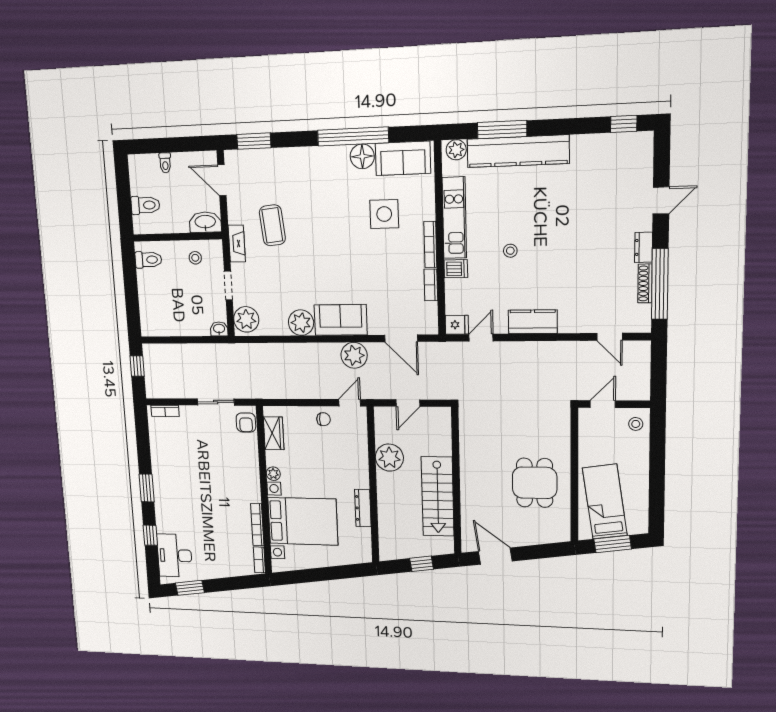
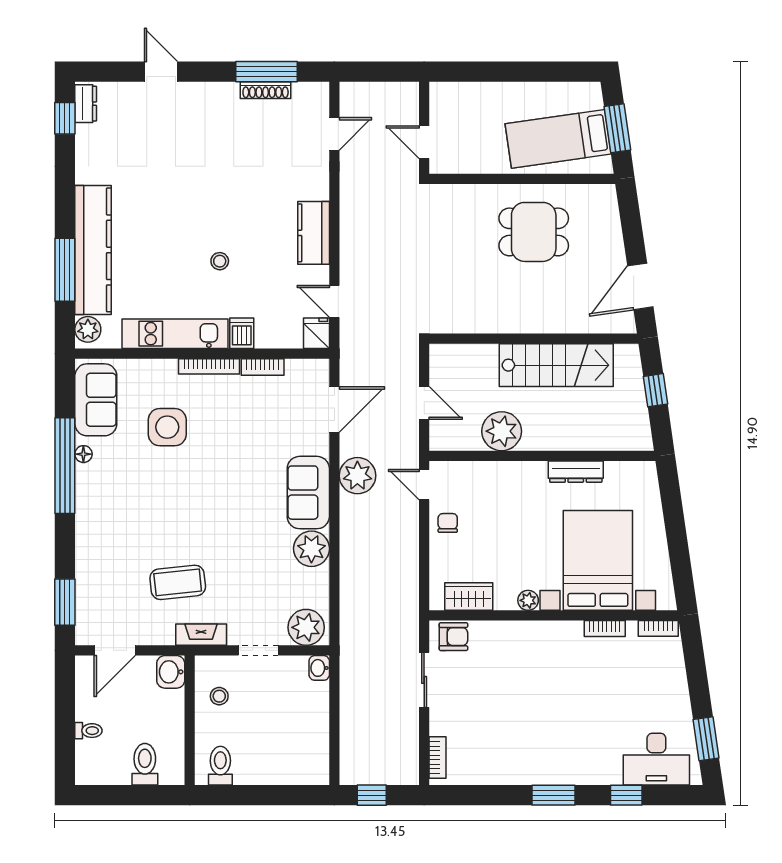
floor lamp: (362, 156) -> (83, 454), width x0.53, depth x0.53
washbasin: (205, 222) -> (171, 672), width x0.72
dresser: (644, 247) -> (86, 104), moved, turned -90
window: (660, 284) -> (267, 72), width x0.68
stool: (636, 424) -> (451, 100), removed
bookcase: (257, 525) -> (605, 629), width x0.64

